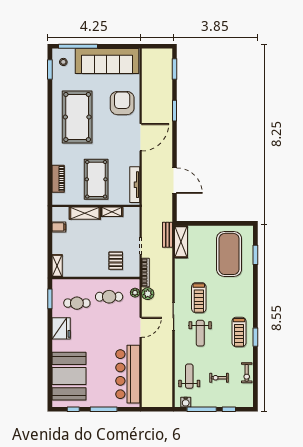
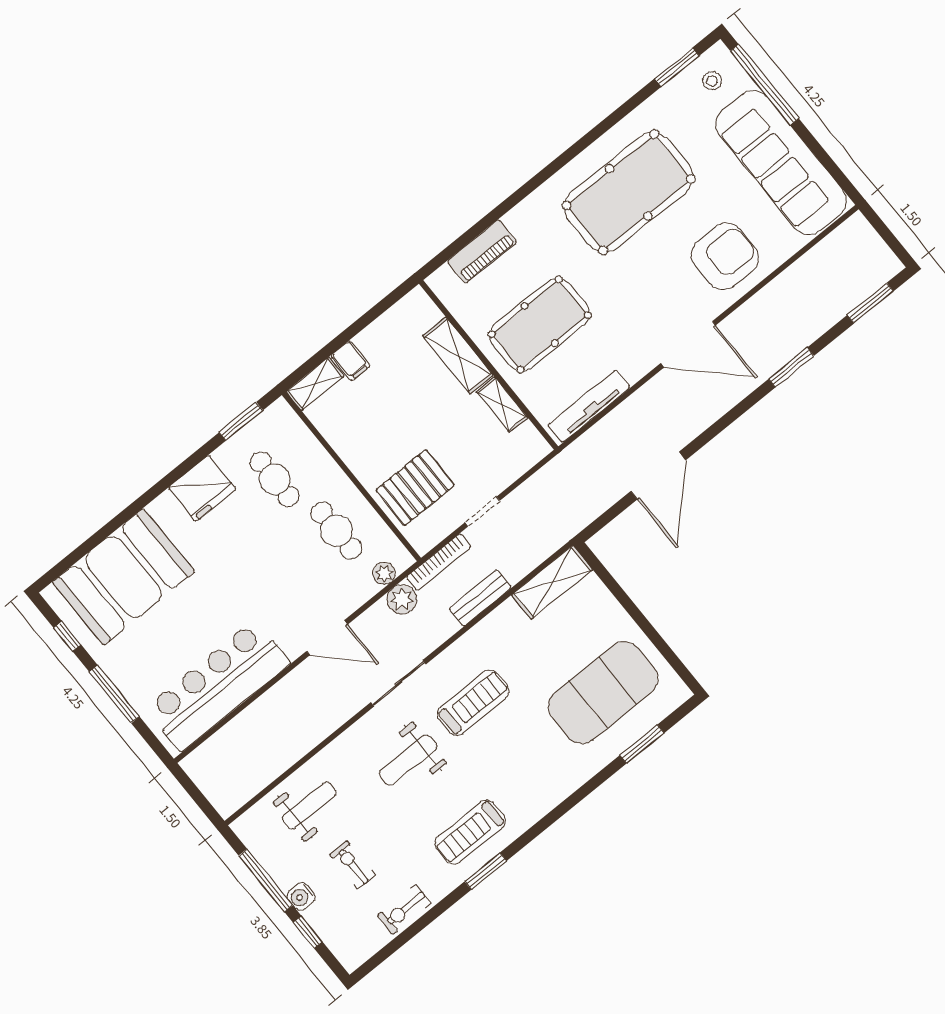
filing cabinet: (59, 227) -> (351, 361), moved
bench: (167, 235) -> (480, 598), moved
pallet: (116, 261) -> (415, 488), width x1.50, depth x1.42
treadmill: (199, 298) -> (473, 703), turned 180
water cooler: (186, 402) -> (301, 896), moved

